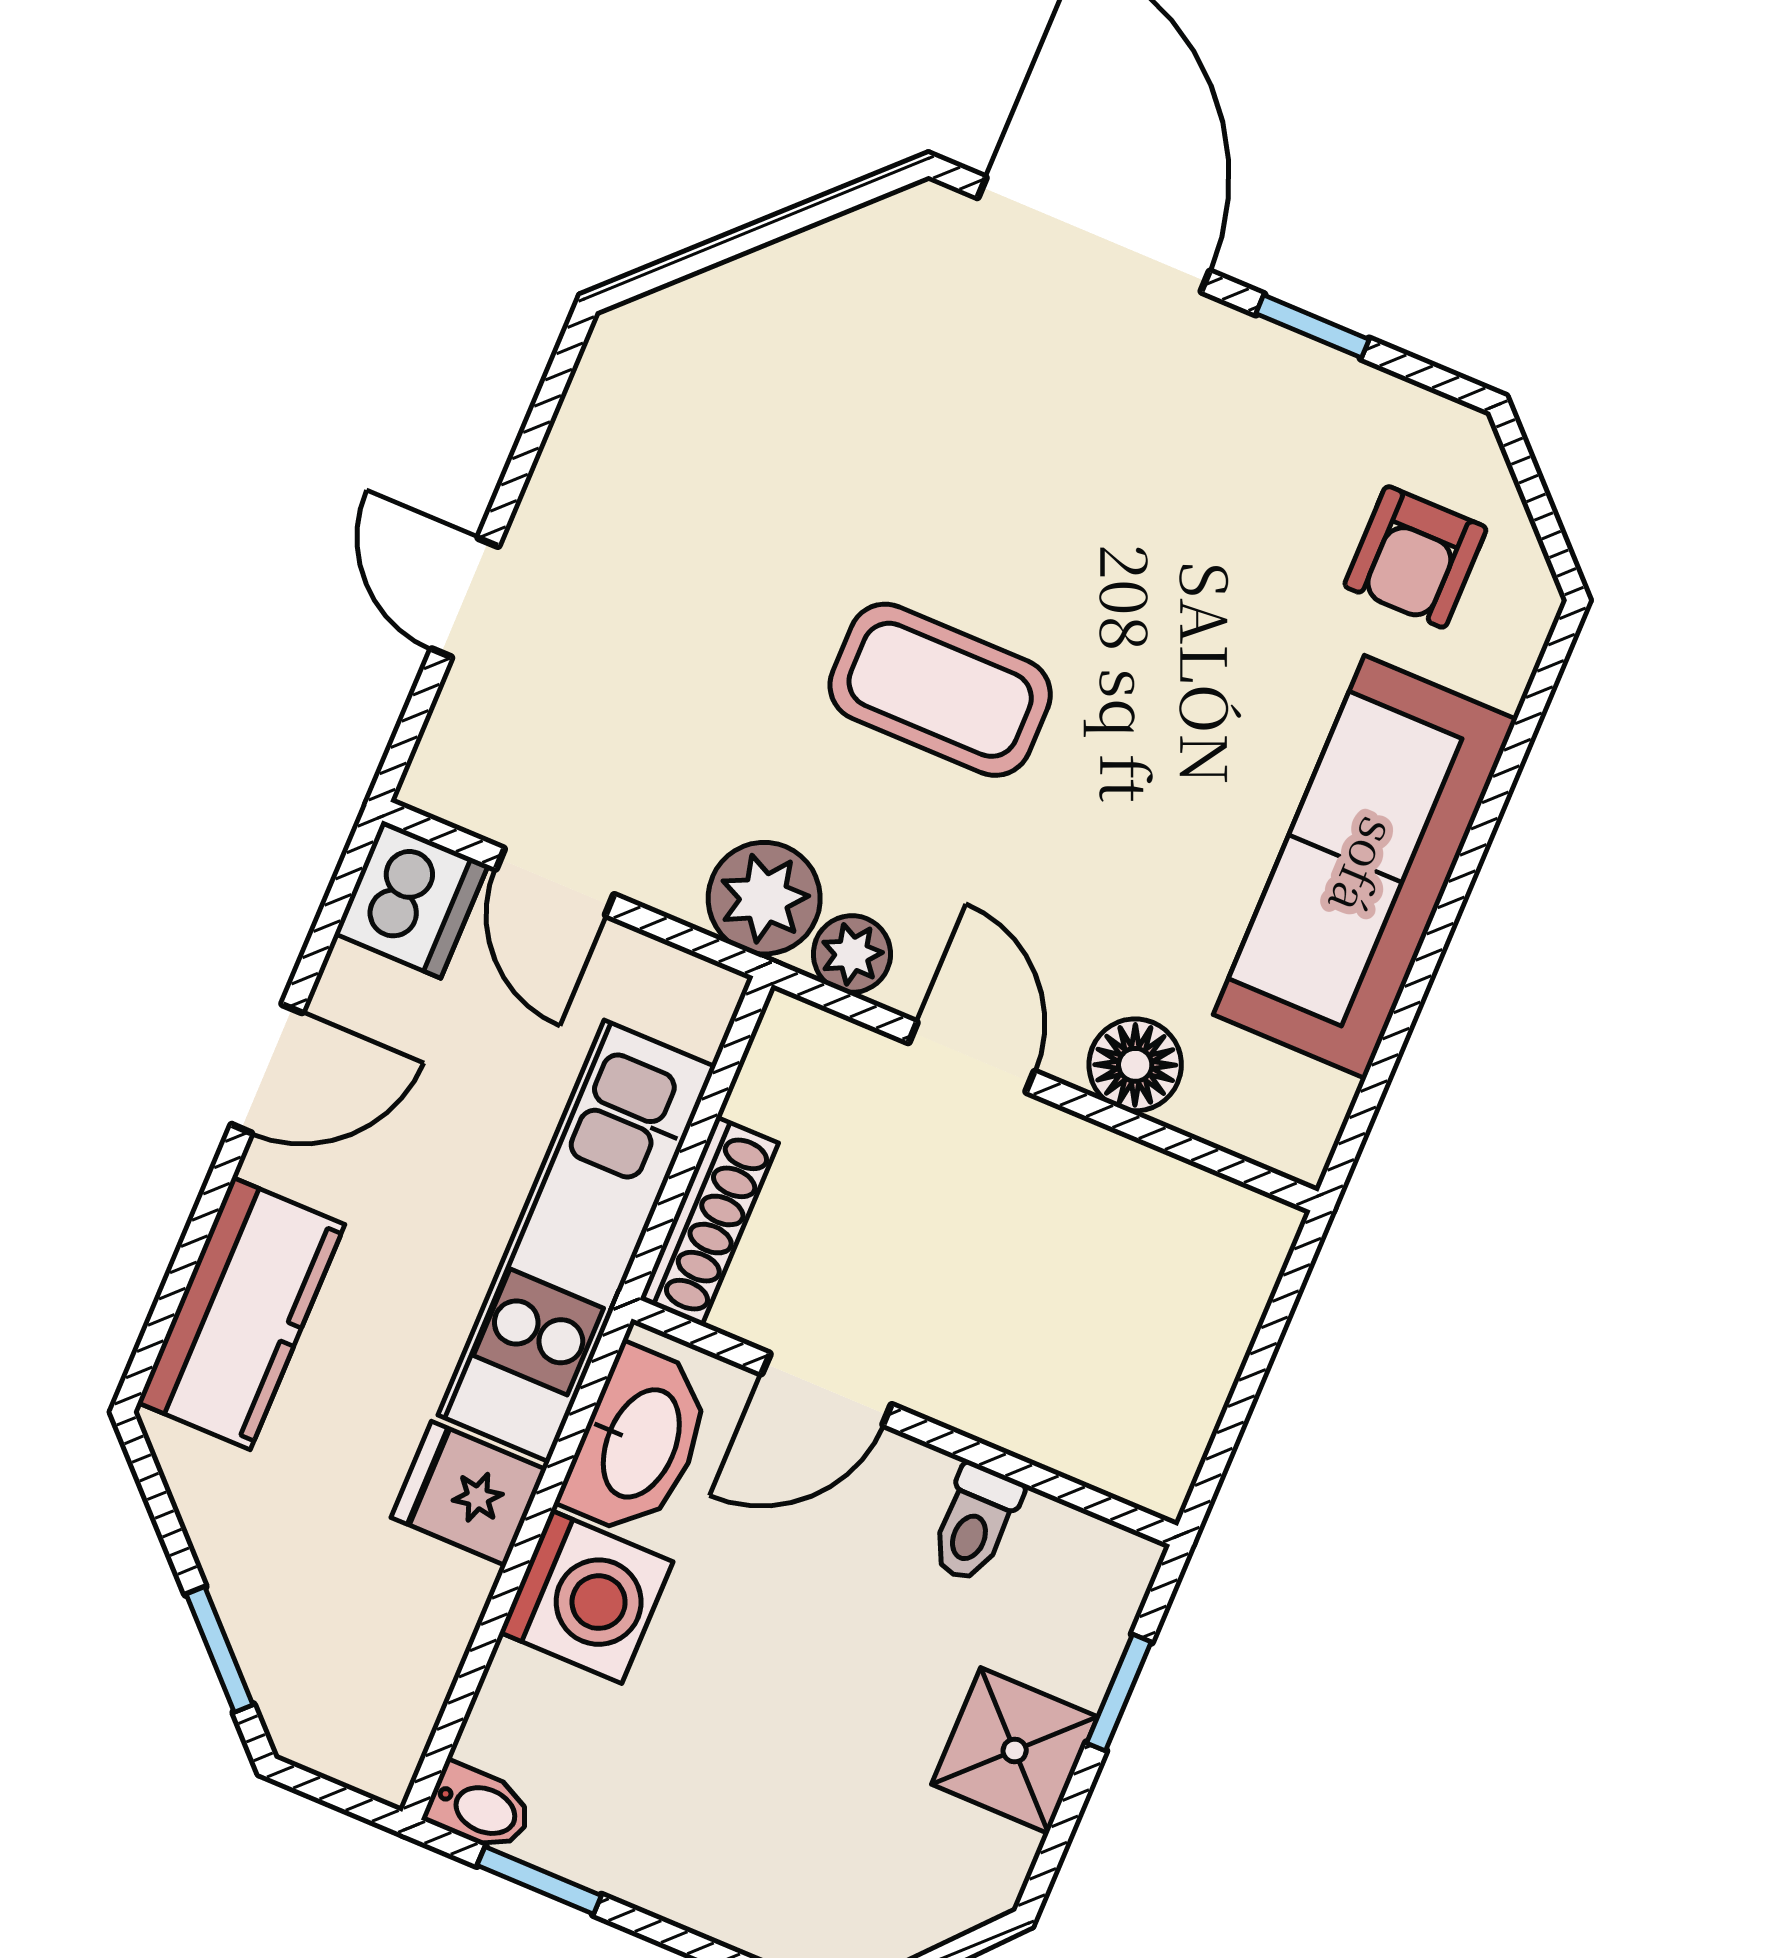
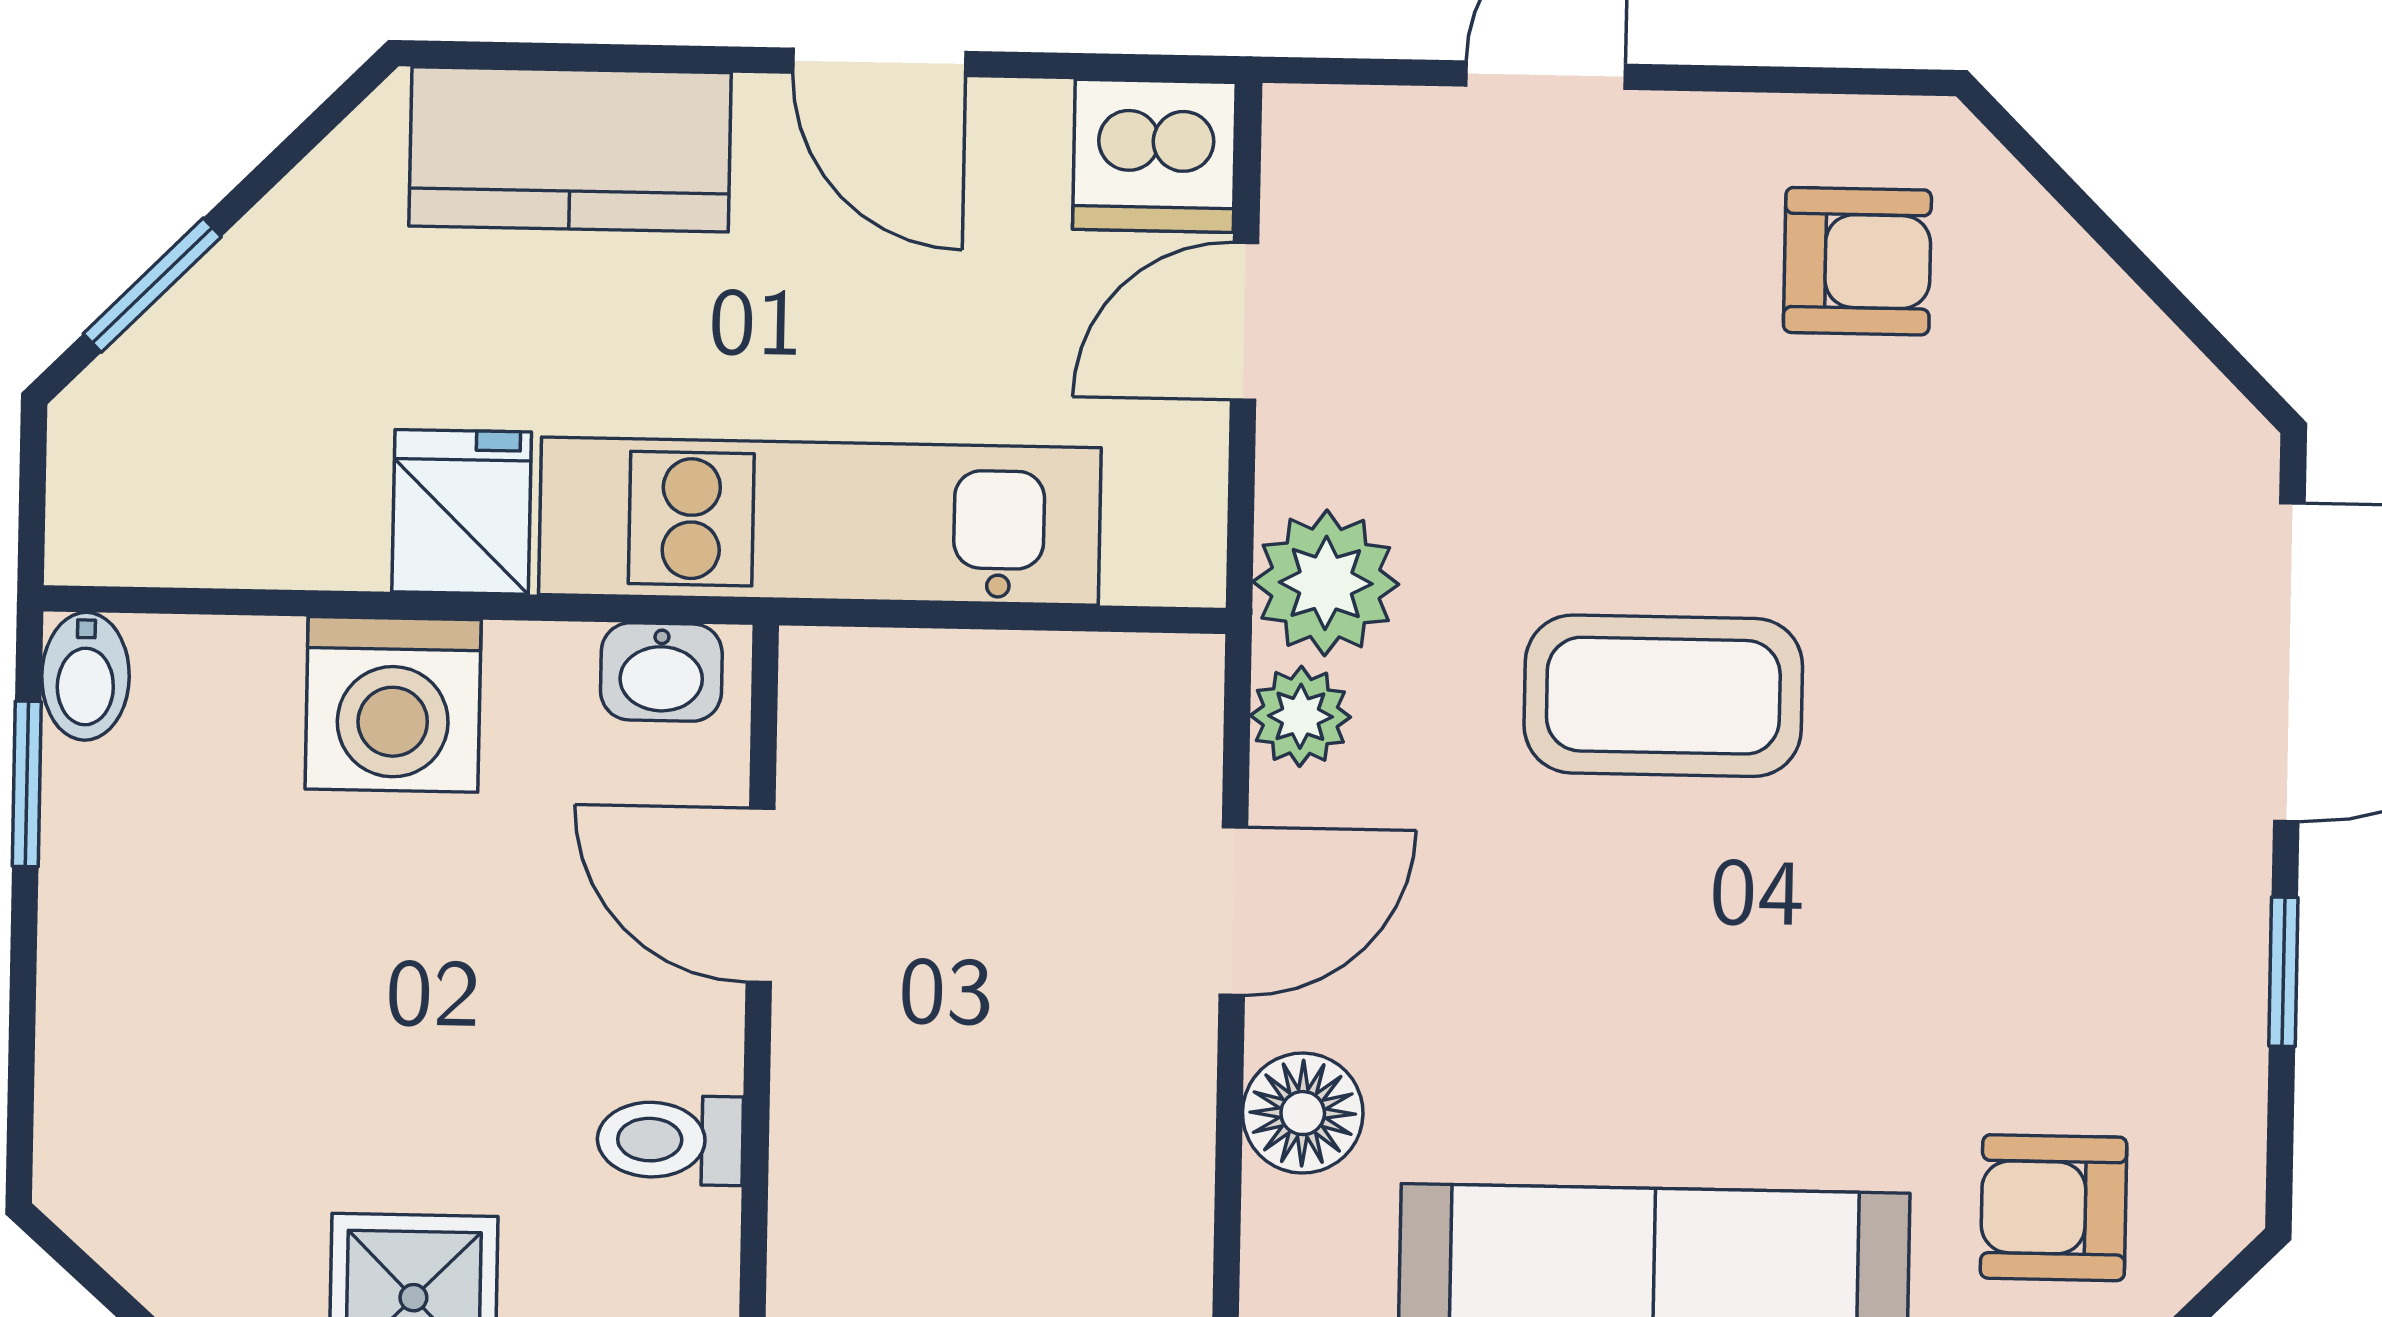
armchair: (686, 428) -> (1857, 261), added
coffee table: (940, 690) -> (1663, 696), turned 90
shoe rack: (709, 1221) -> (907, 672), removed
washbasin: (638, 1442) -> (661, 672), width x0.52, depth x0.69

